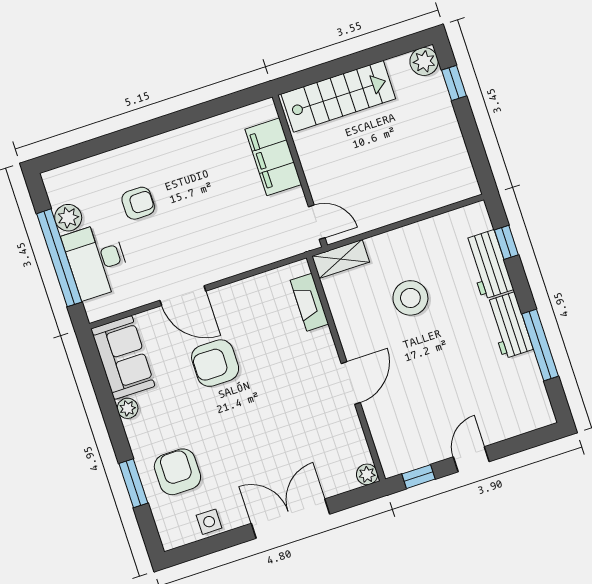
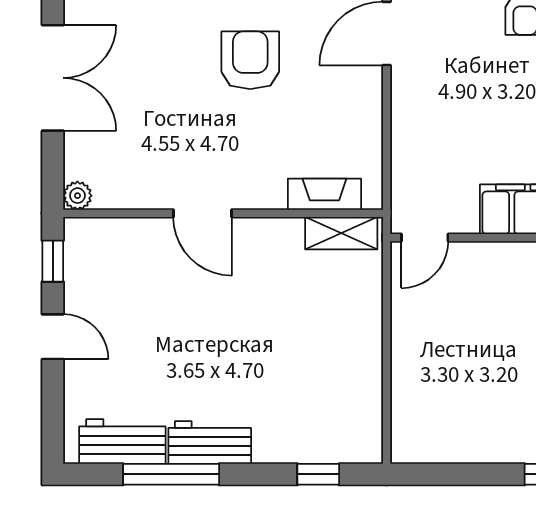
shelving: (341, 259) -> (341, 233), moved, turned 90
workbench: (488, 265) -> (122, 441), moved
stool: (410, 298) -> (287, 327), removed
armchair: (215, 363) -> (250, 60), moved

